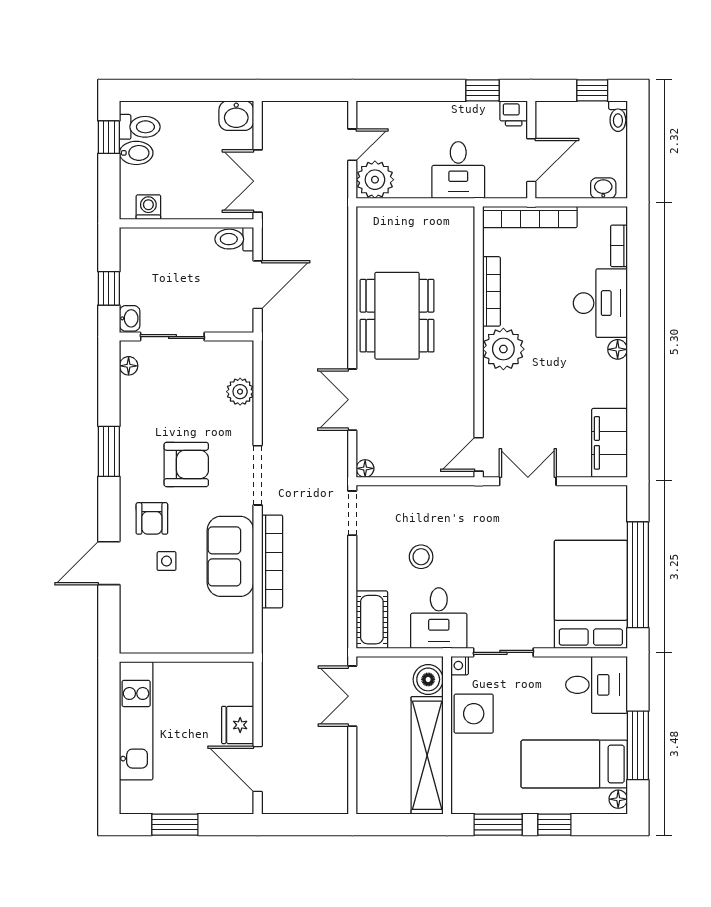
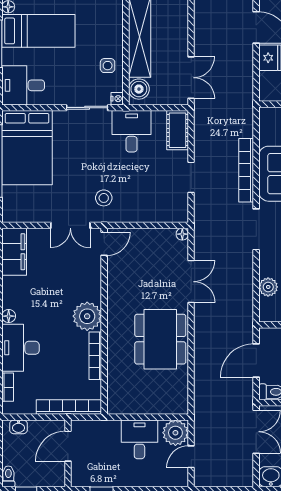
printer: (514, 113) -> (80, 478), removed
desk: (458, 170) -> (139, 439), moved
doorway: (352, 513) -> (191, 177), moved
stool: (421, 557) -> (104, 198), moved
side table: (474, 714) -> (108, 66), width x0.54, depth x0.54

